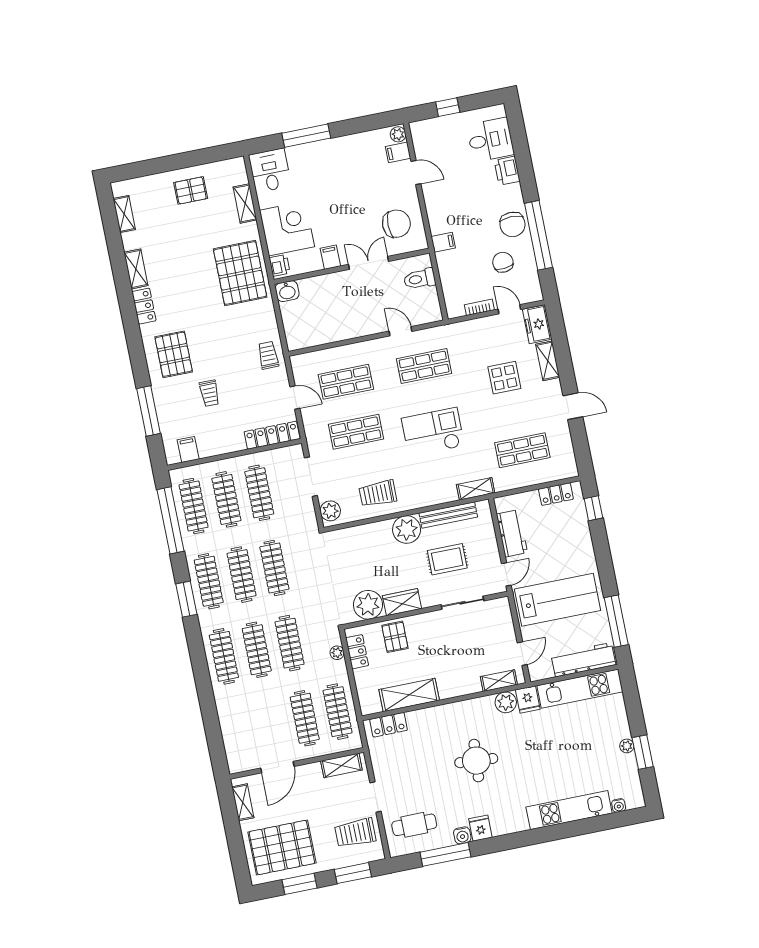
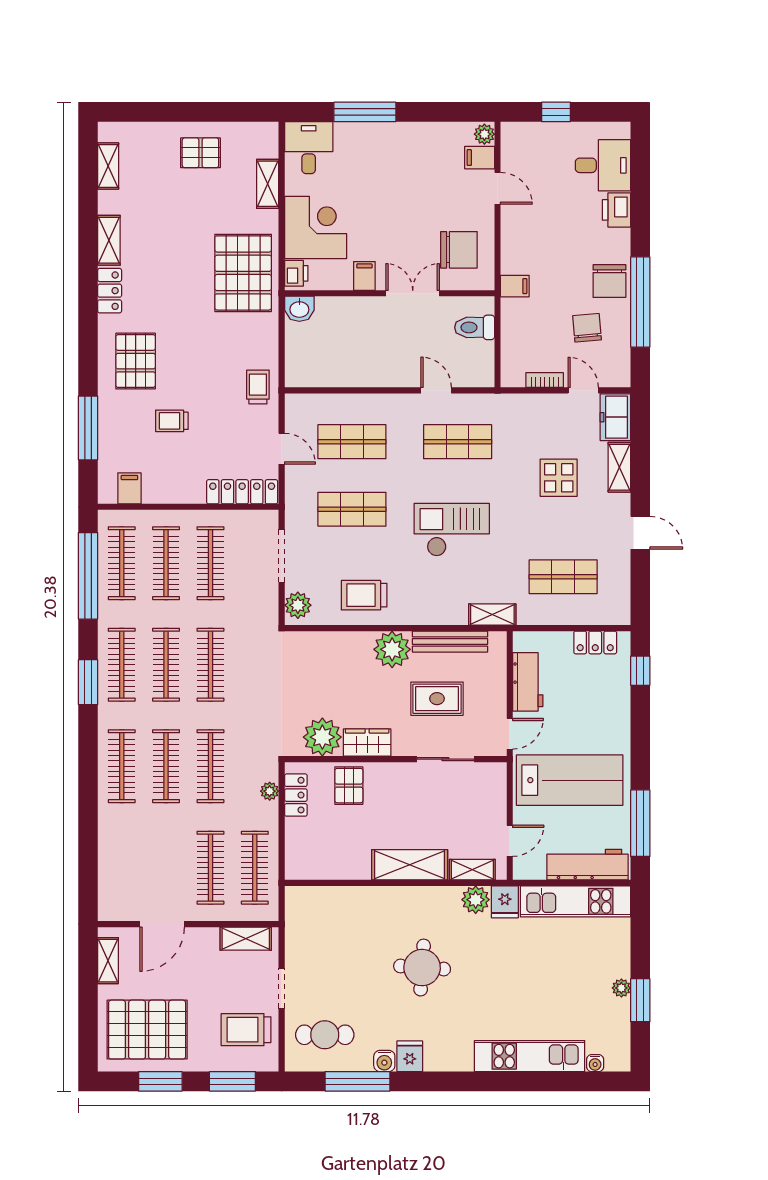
trolley: (209, 393) -> (172, 421), turned 90
shelving: (409, 695) -> (410, 865), moved
locker: (389, 725) -> (318, 898), removed

